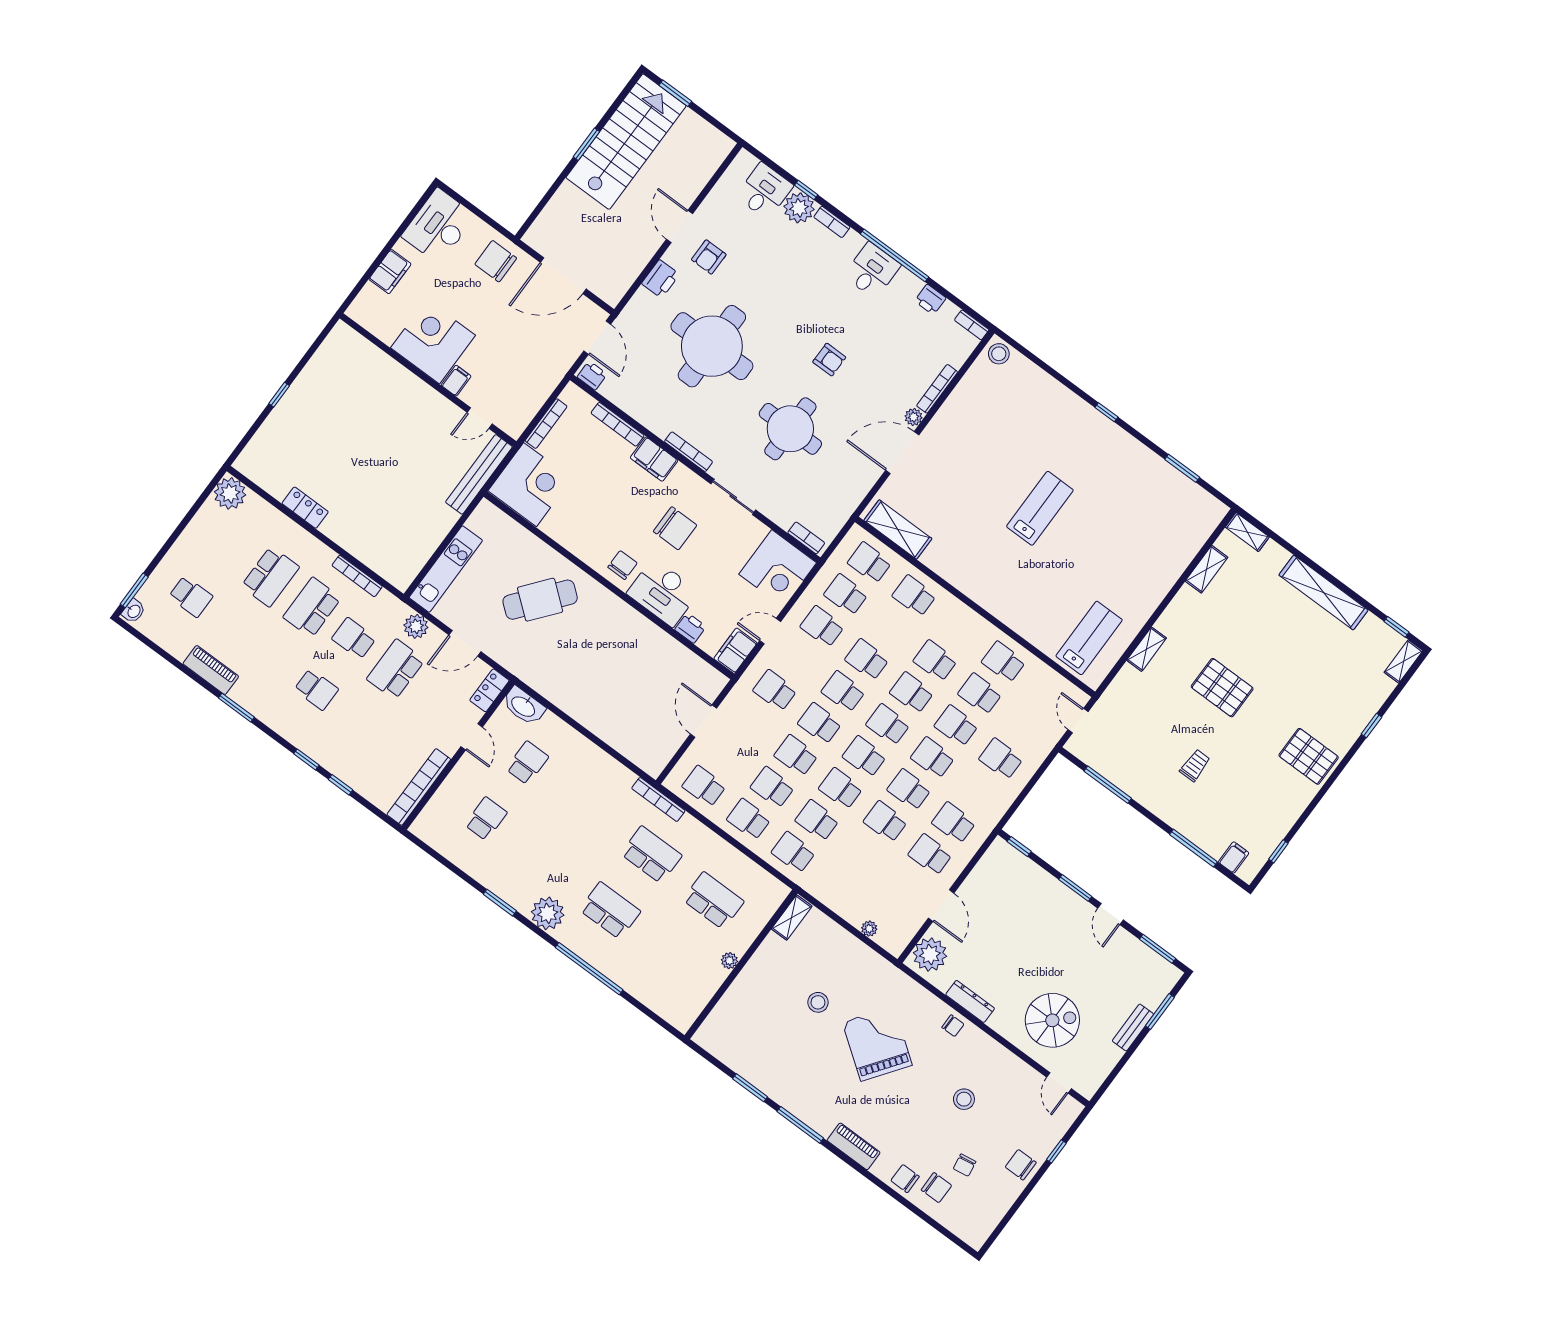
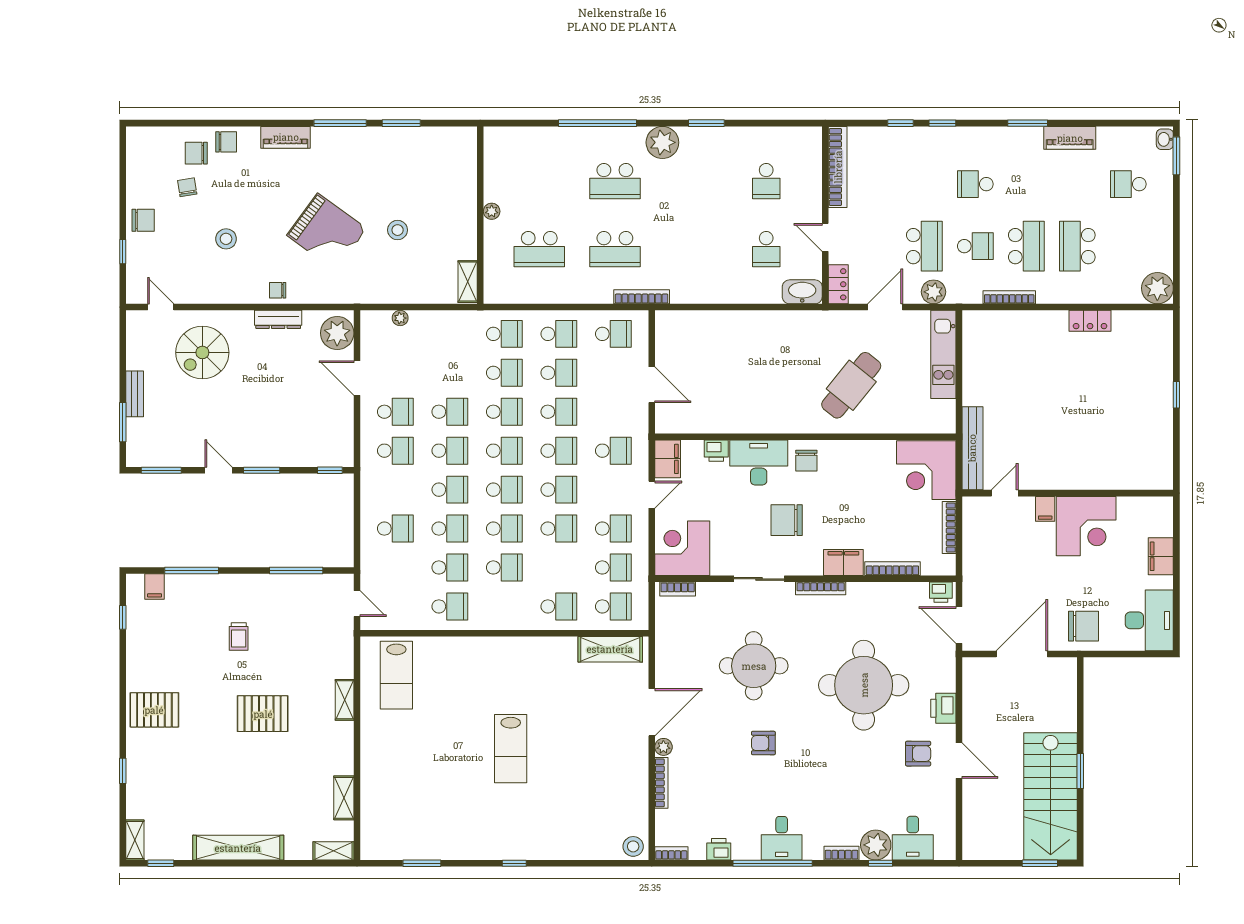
armchair: (709, 257) -> (918, 754), turned 90

